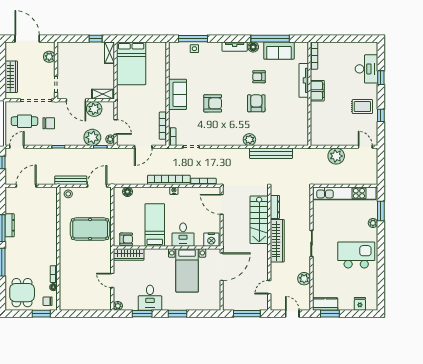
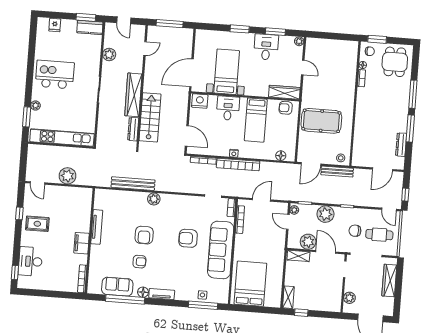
bed: (131, 63) -> (250, 284), moved
window: (381, 78) -> (15, 273), moved
tv unit: (304, 80) -> (97, 227), moved
sofa: (177, 94) -> (221, 250), width x1.85, depth x1.27
plant: (92, 137) -> (325, 214), moved
door: (17, 147) -> (389, 209), hinge flipped
dresser: (10, 225) -> (401, 145), moved
kitchen island: (356, 255) -> (55, 74), turned 180

